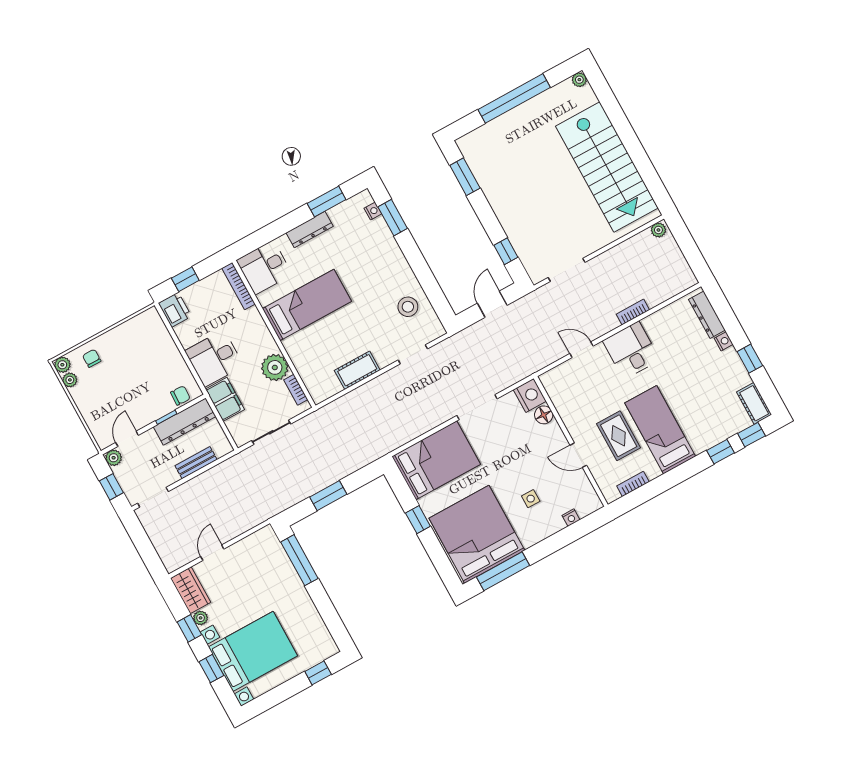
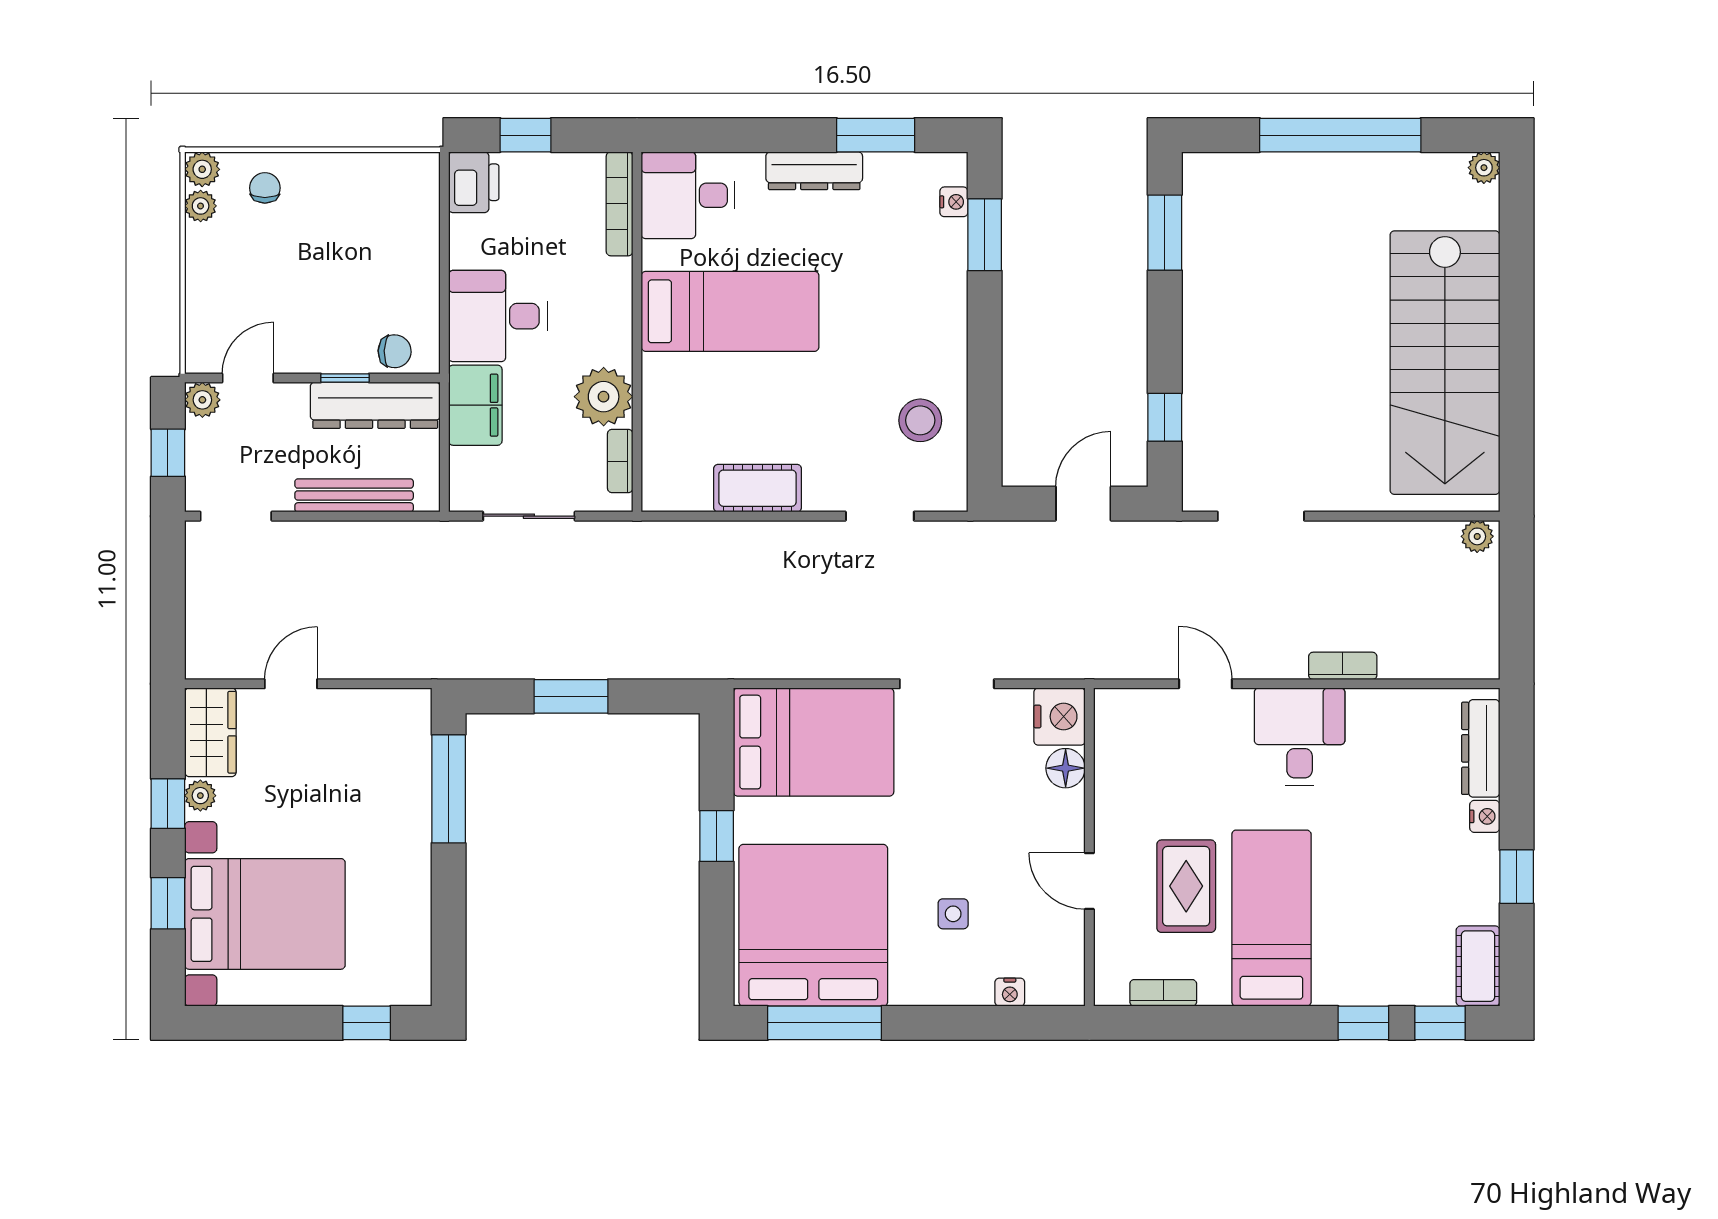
bench: (196, 463) -> (354, 495), width x1.36

